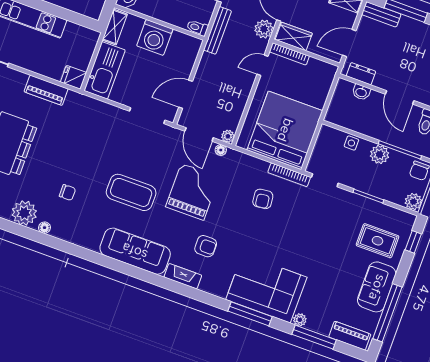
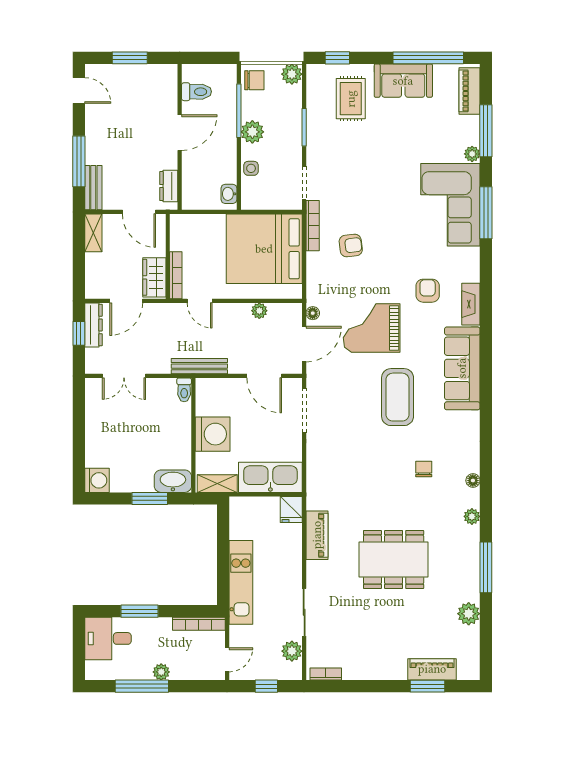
plant: (264, 29) -> (158, 314), removed
bench: (217, 30) -> (199, 366), moved
washbasin: (361, 92) -> (229, 194), moved, turned 180
plant: (228, 136) -> (259, 311), moved
plant: (24, 213) -> (472, 516), width x0.53, depth x0.53

